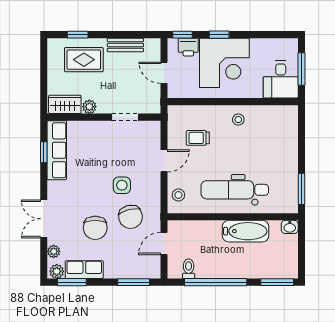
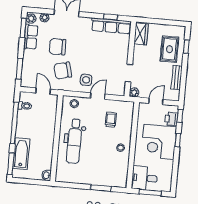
plant: (89, 107) -> (134, 92), moved
door: (164, 161) -> (98, 96), swing flipped
side table: (122, 185) -> (86, 80), moved
window: (301, 189) -> (101, 188), moved
dental chair: (235, 190) -> (74, 141), turned 180
bathtub: (246, 231) -> (21, 154), moved, turned 180

